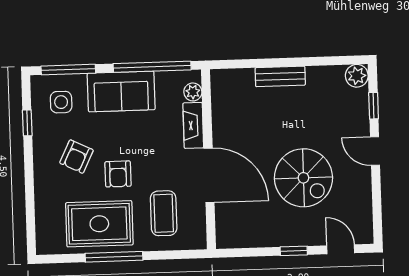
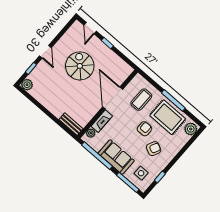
bench: (280, 76) -> (71, 124), moved
plant: (48, 238) -> (191, 129), added

